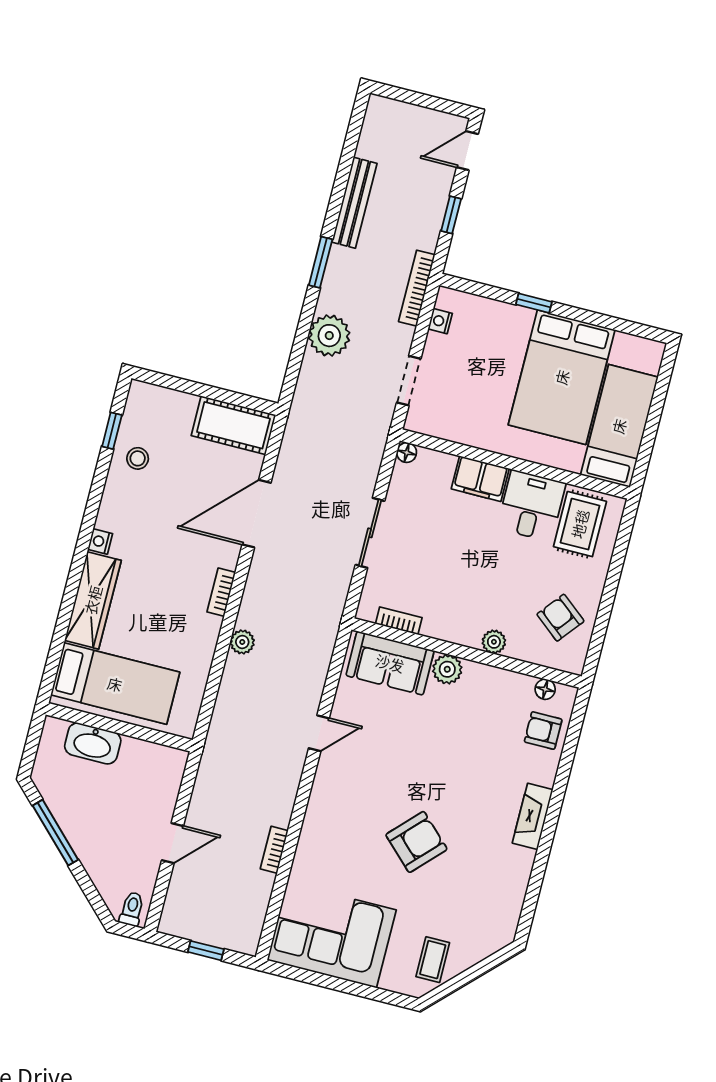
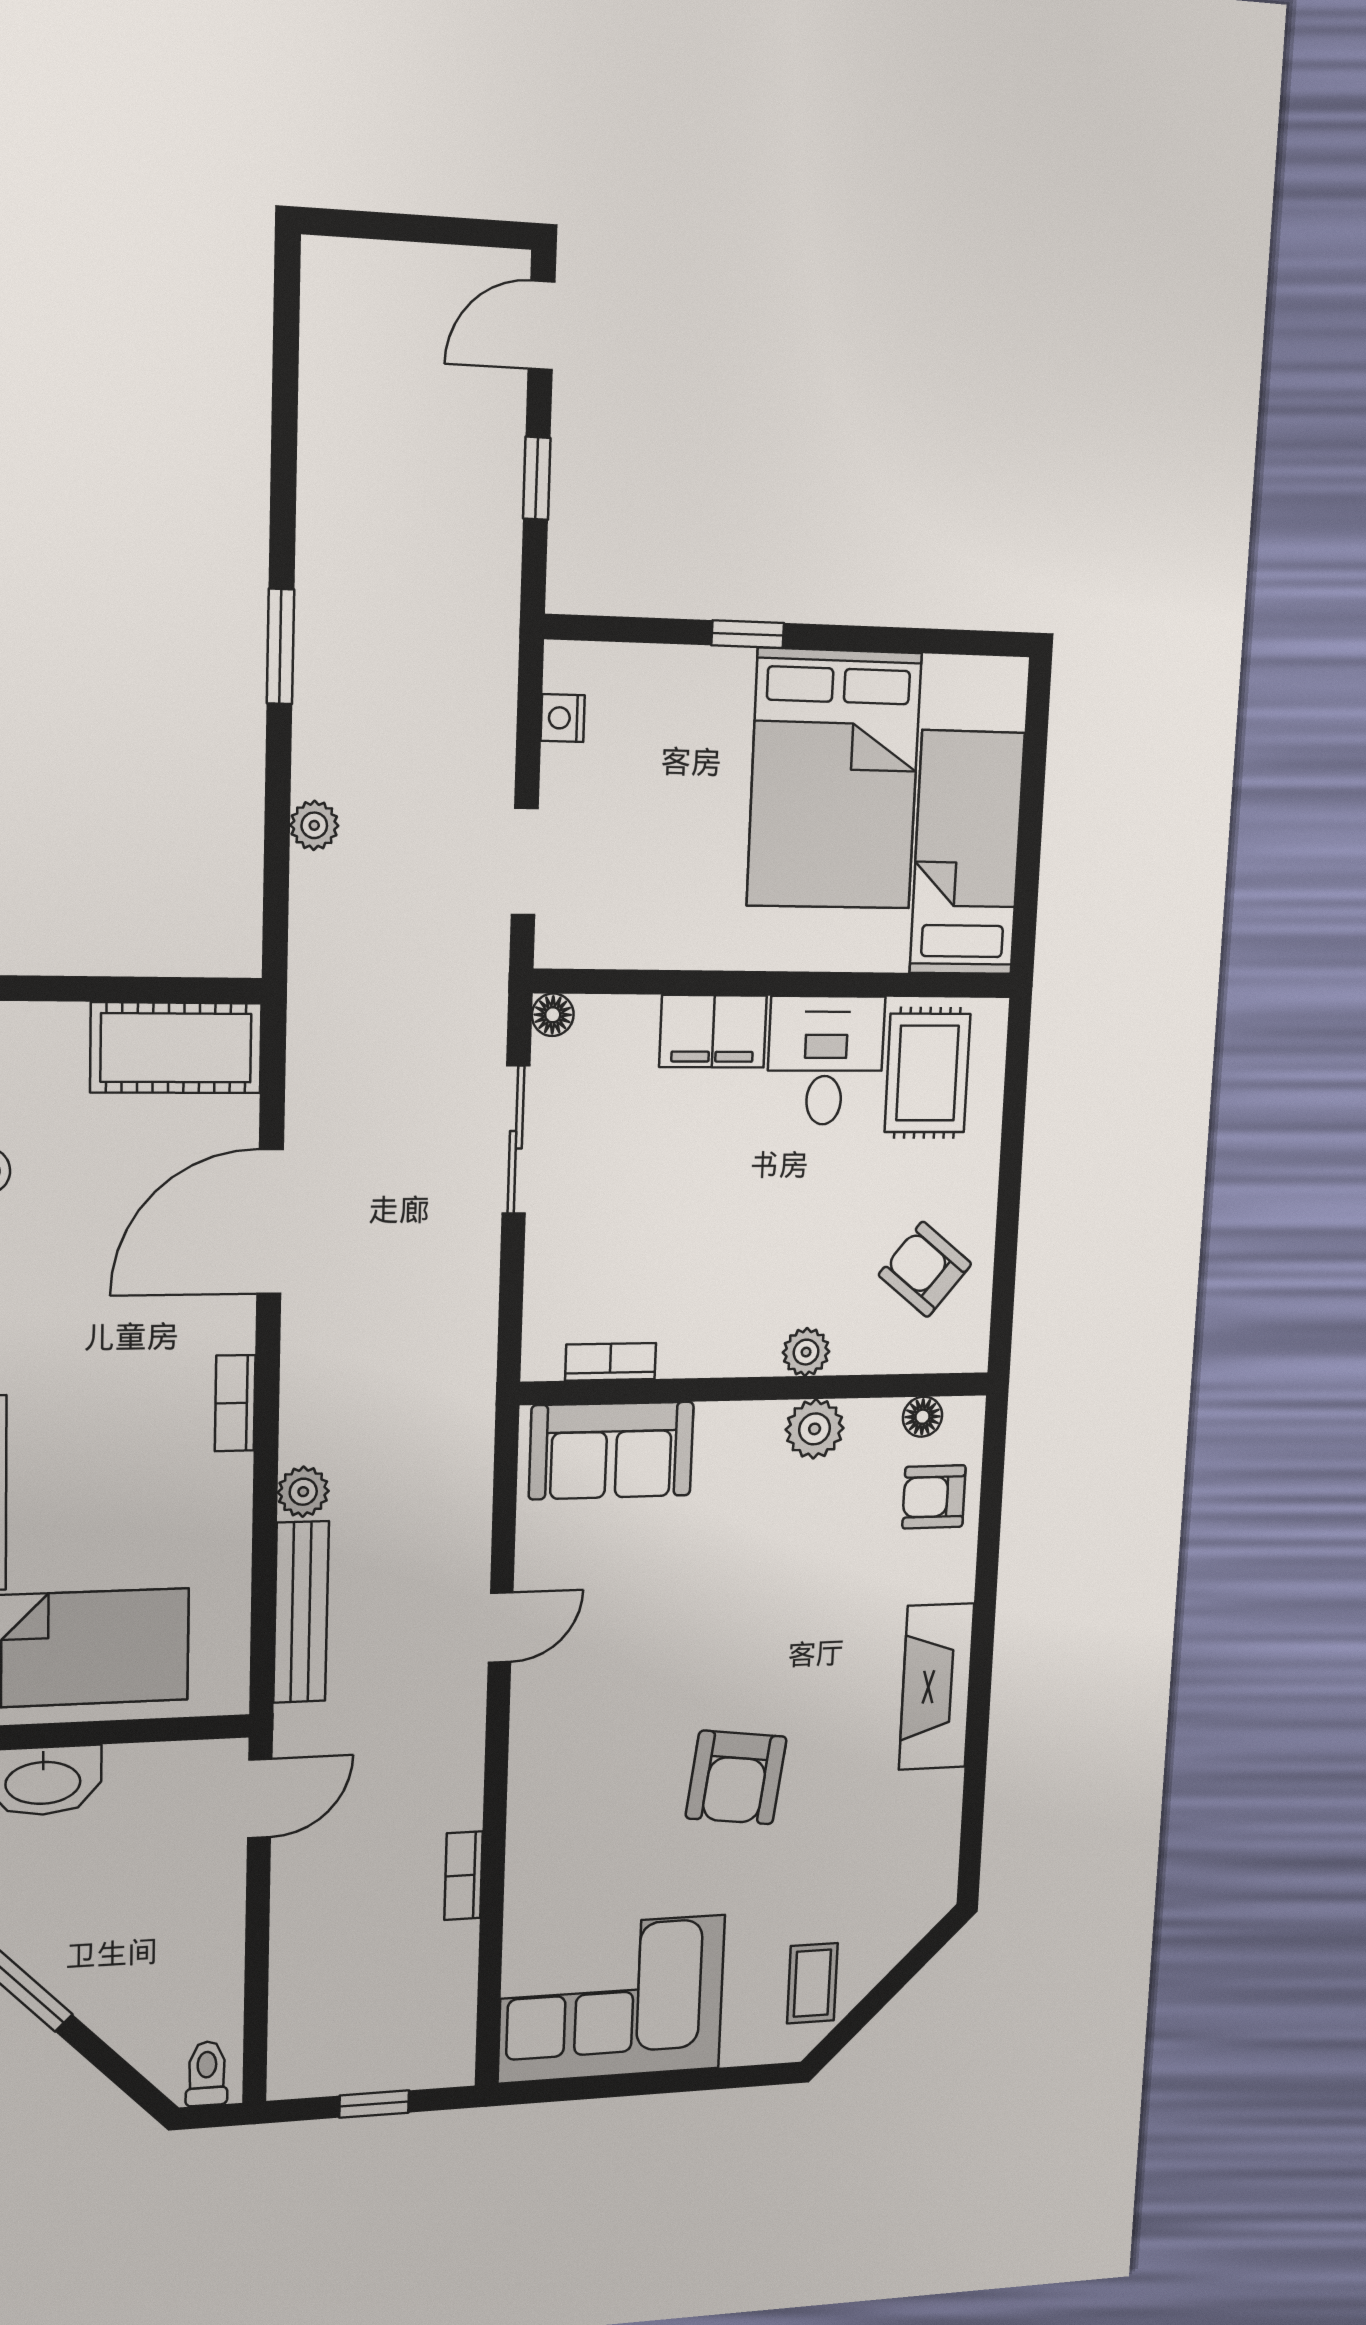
bench: (354, 203) -> (301, 1612), moved
bookcase: (417, 288) -> (498, 657), removed
plant: (329, 336) -> (314, 825), width x0.53, depth x0.53
sliding door: (370, 533) -> (516, 1140), moved
plant: (447, 669) -> (815, 1429), moved
fireplace: (533, 816) -> (936, 1687), width x1.37, depth x1.32
armchair: (416, 842) -> (736, 1778), turned 143
door: (173, 843) -> (260, 1798), moved

